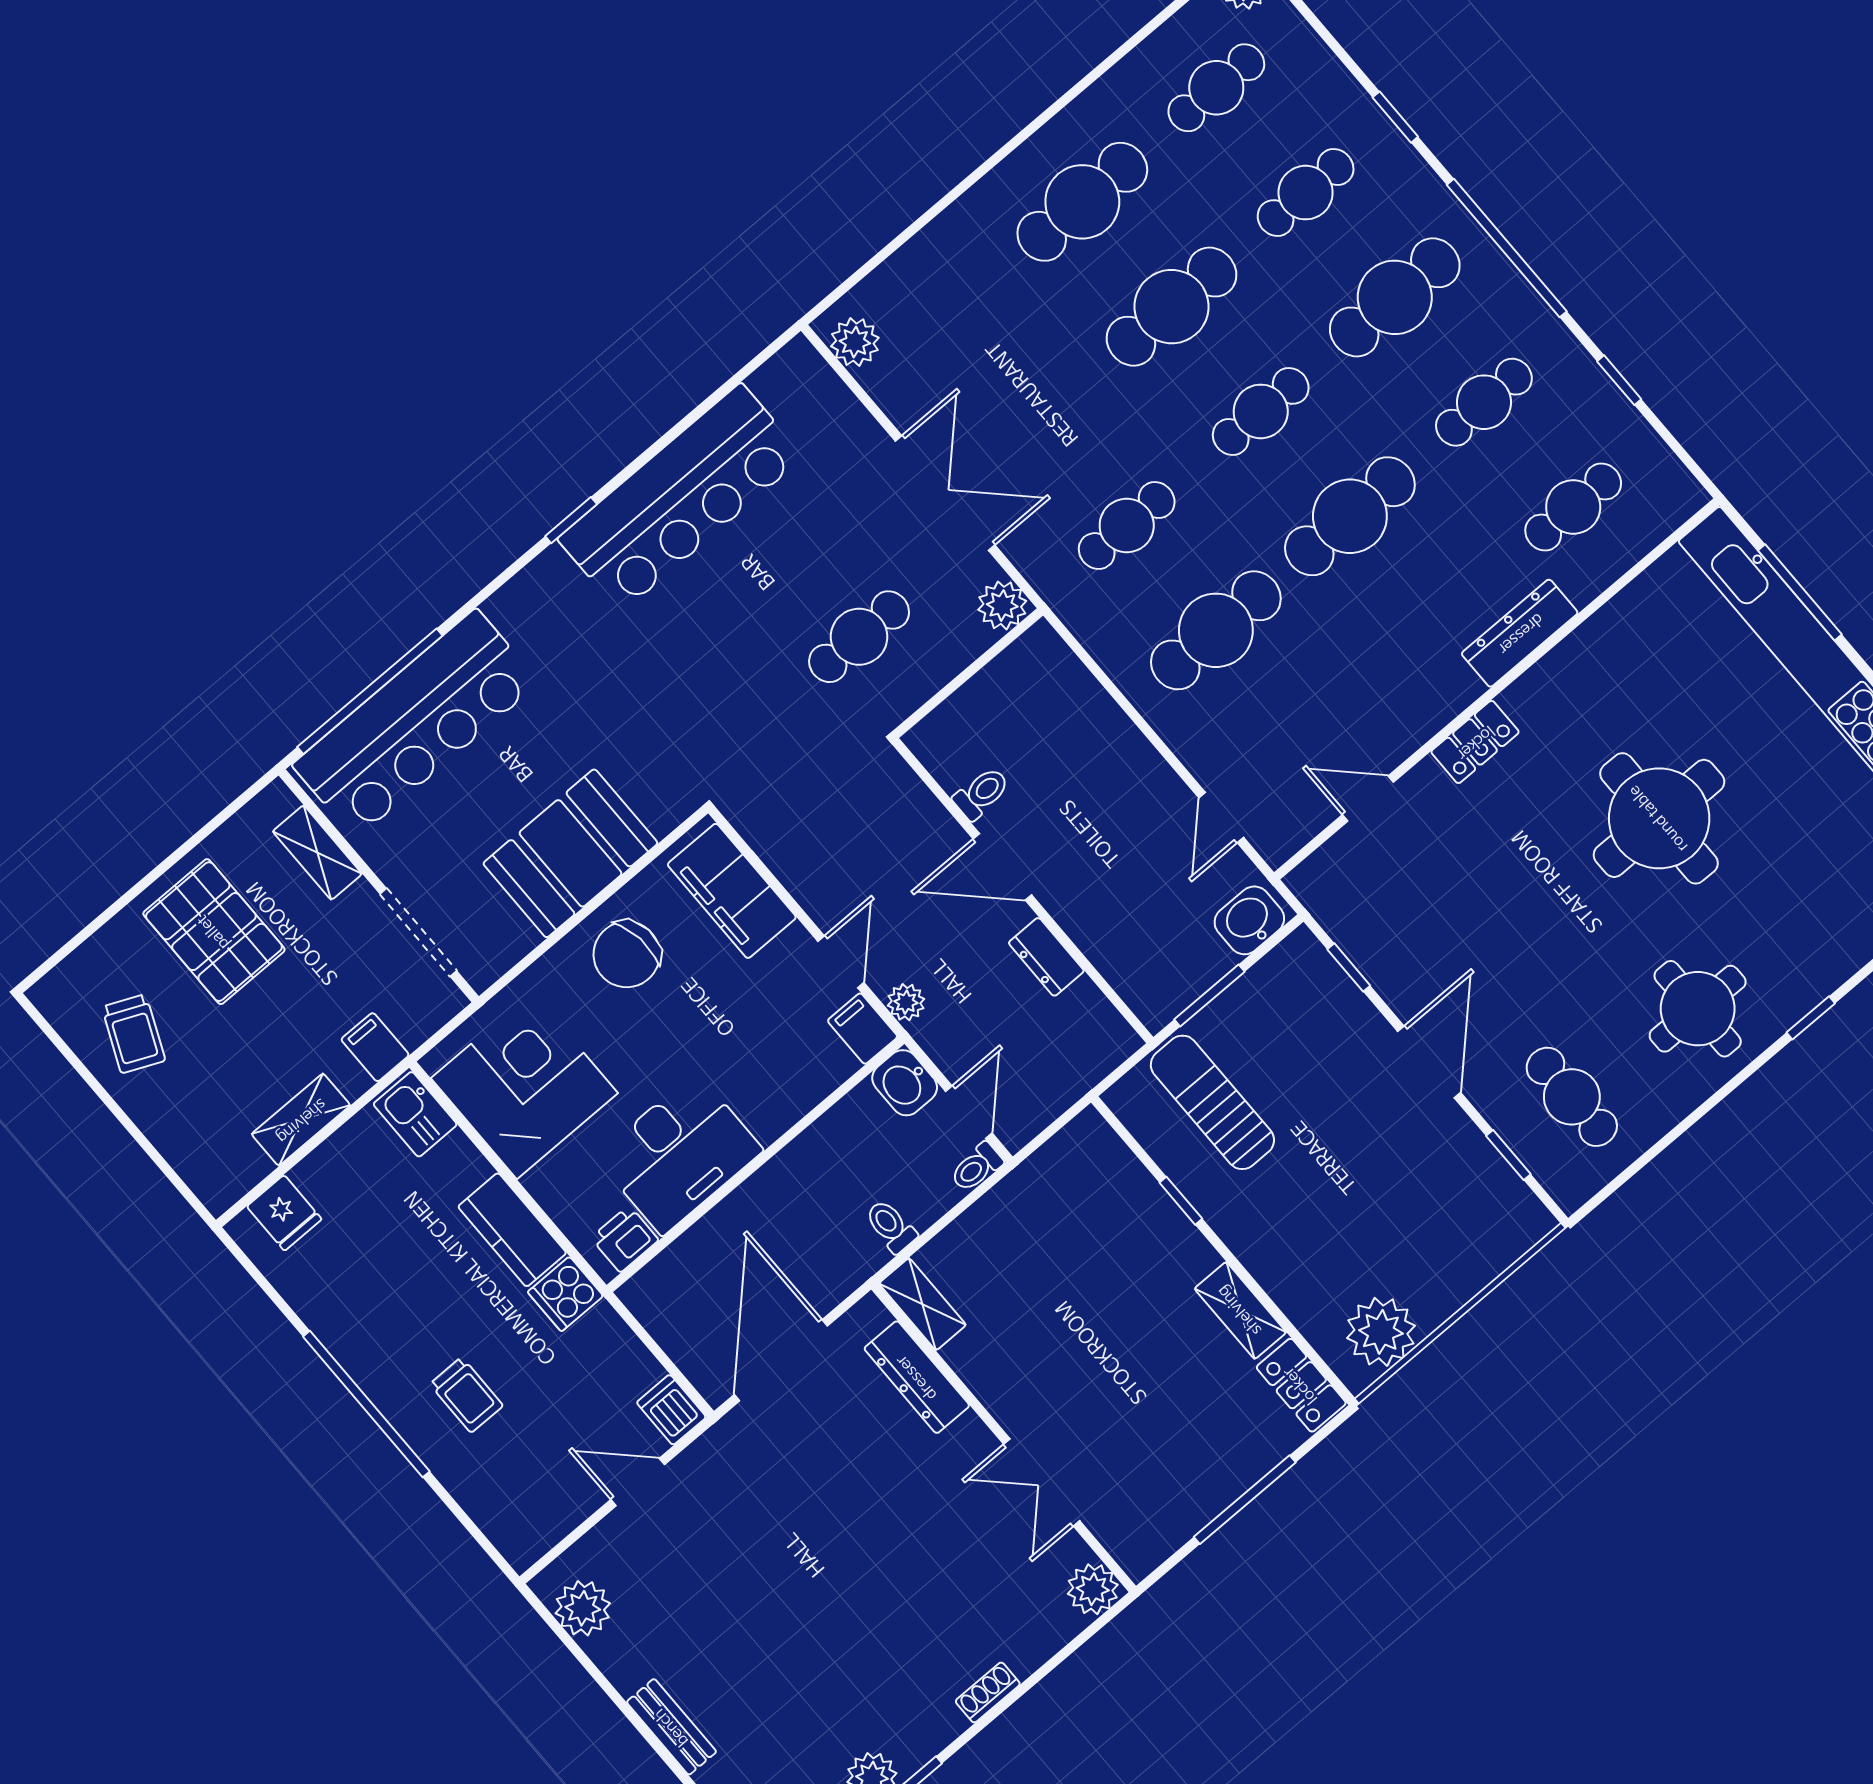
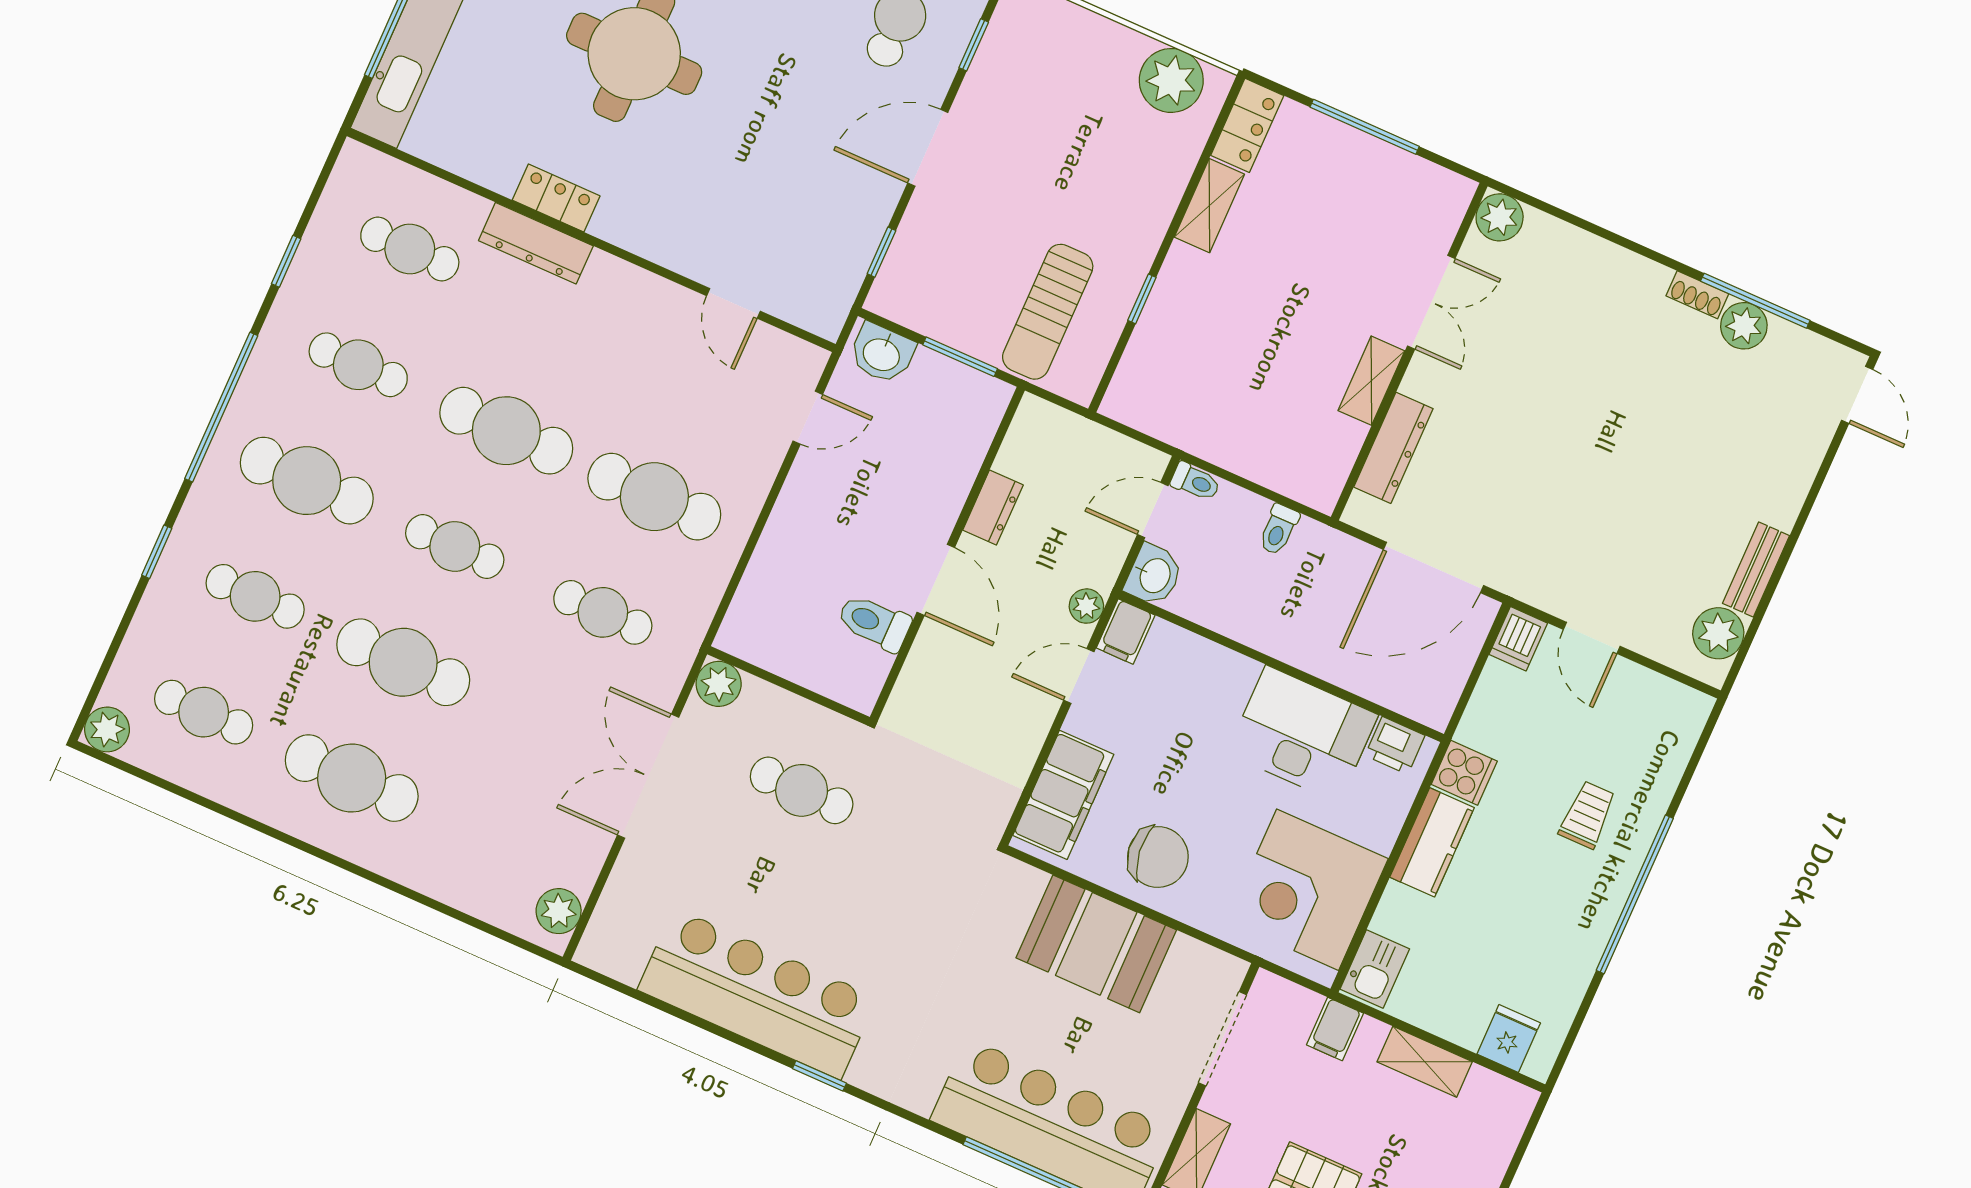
locker: (1475, 742) -> (556, 198), moved
toilet: (981, 793) -> (874, 623), width x1.37, depth x1.39
shelving: (922, 1304) -> (1371, 381), moved
shoe rack: (988, 1693) -> (1697, 295), moved
bench: (672, 1727) -> (1756, 569), moved

